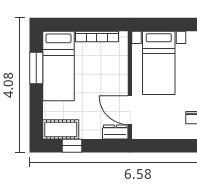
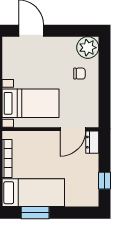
cot: (61, 129) -> (90, 191), removed

